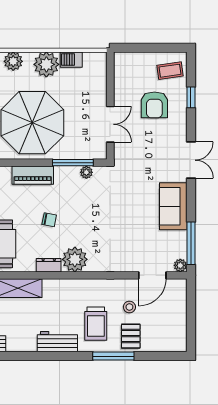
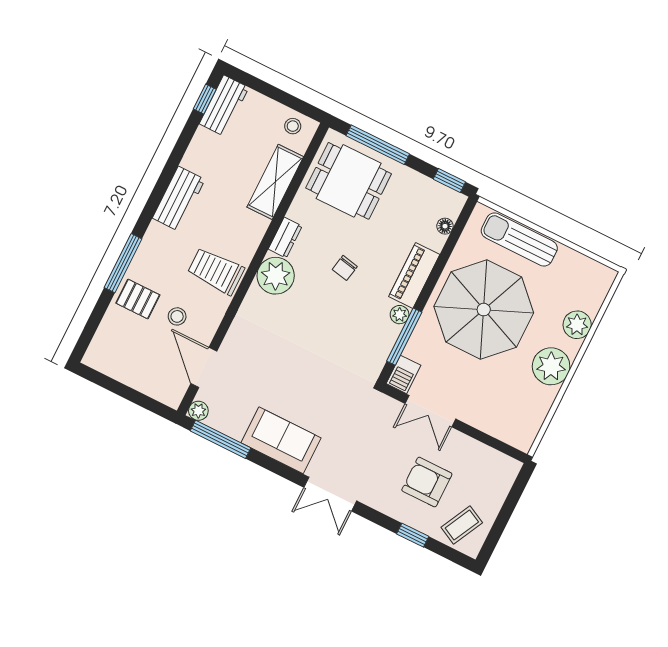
barbecue: (71, 60) -> (404, 374), moved, turned 180
coffee table: (170, 71) -> (462, 525), turned 35
plant: (86, 172) -> (400, 315), moved
trolley: (96, 324) -> (216, 271), moved

